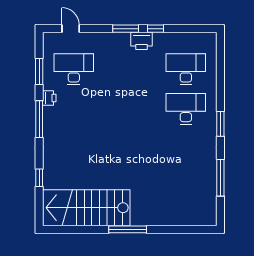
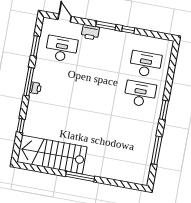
printer: (142, 41) -> (90, 32), moved
printer: (49, 98) -> (35, 88), moved

